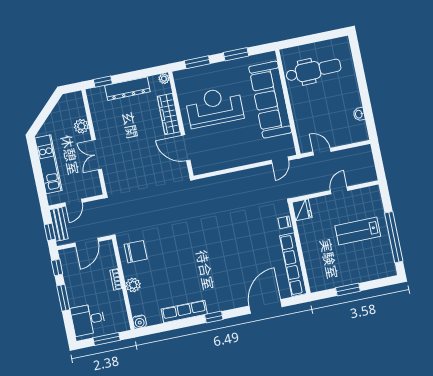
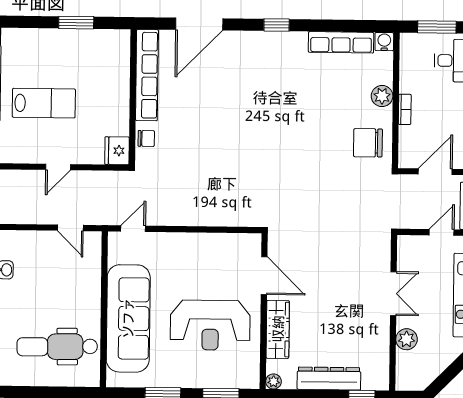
row of seats: (184, 312) -> (341, 42), moved

